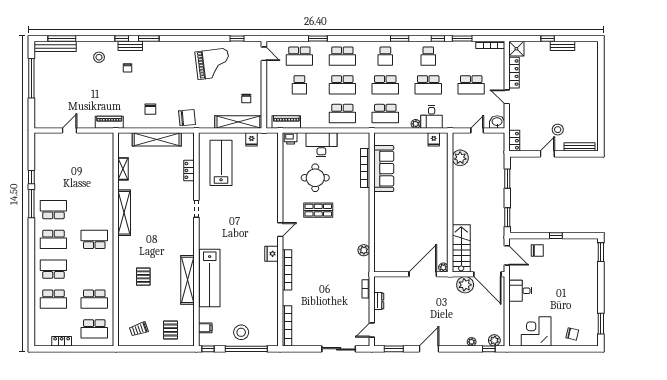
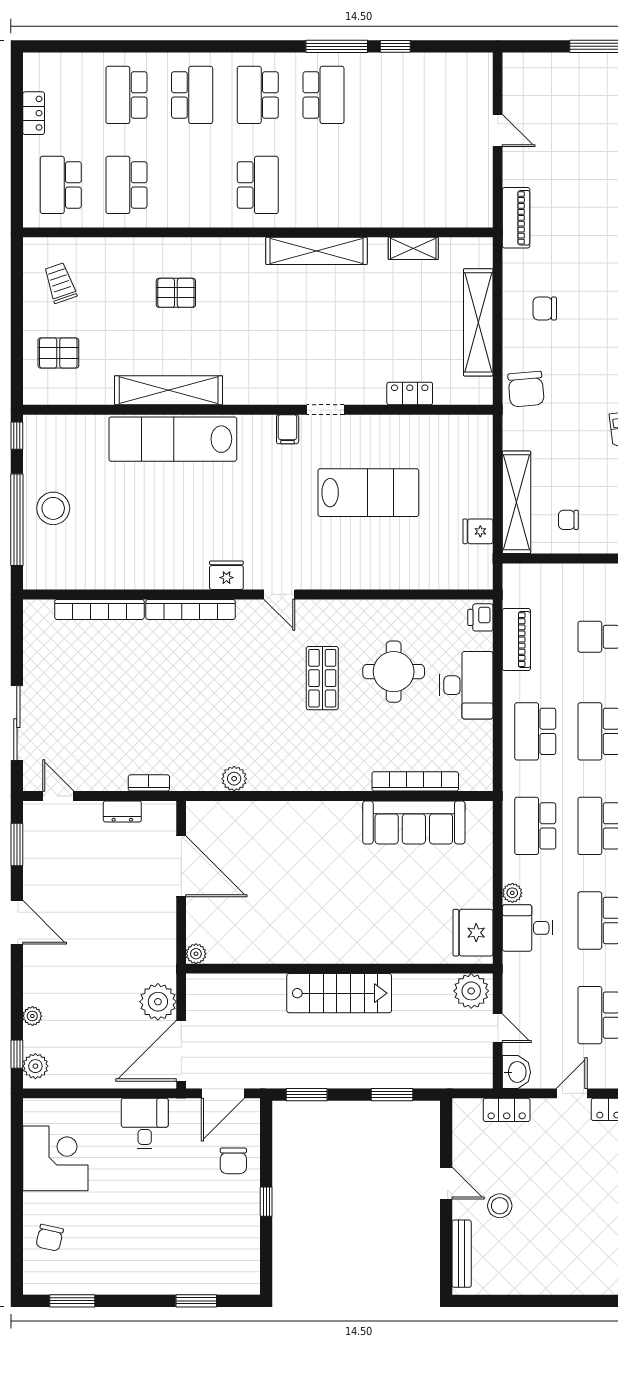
piano: (286, 122) -> (516, 640), moved
fridge: (434, 139) -> (473, 933), width x1.88, depth x1.34
locker: (514, 141) -> (507, 1110), moved
plant: (460, 158) -> (471, 991), moved
lab bench: (221, 163) -> (368, 493), moved
stairs: (461, 248) -> (339, 993), moved
window: (601, 252) -> (196, 1301), moved
door: (423, 274) -> (181, 866), moved
bookcase: (287, 326) -> (99, 609), moved
filing cabinet: (205, 328) -> (288, 429), moved

